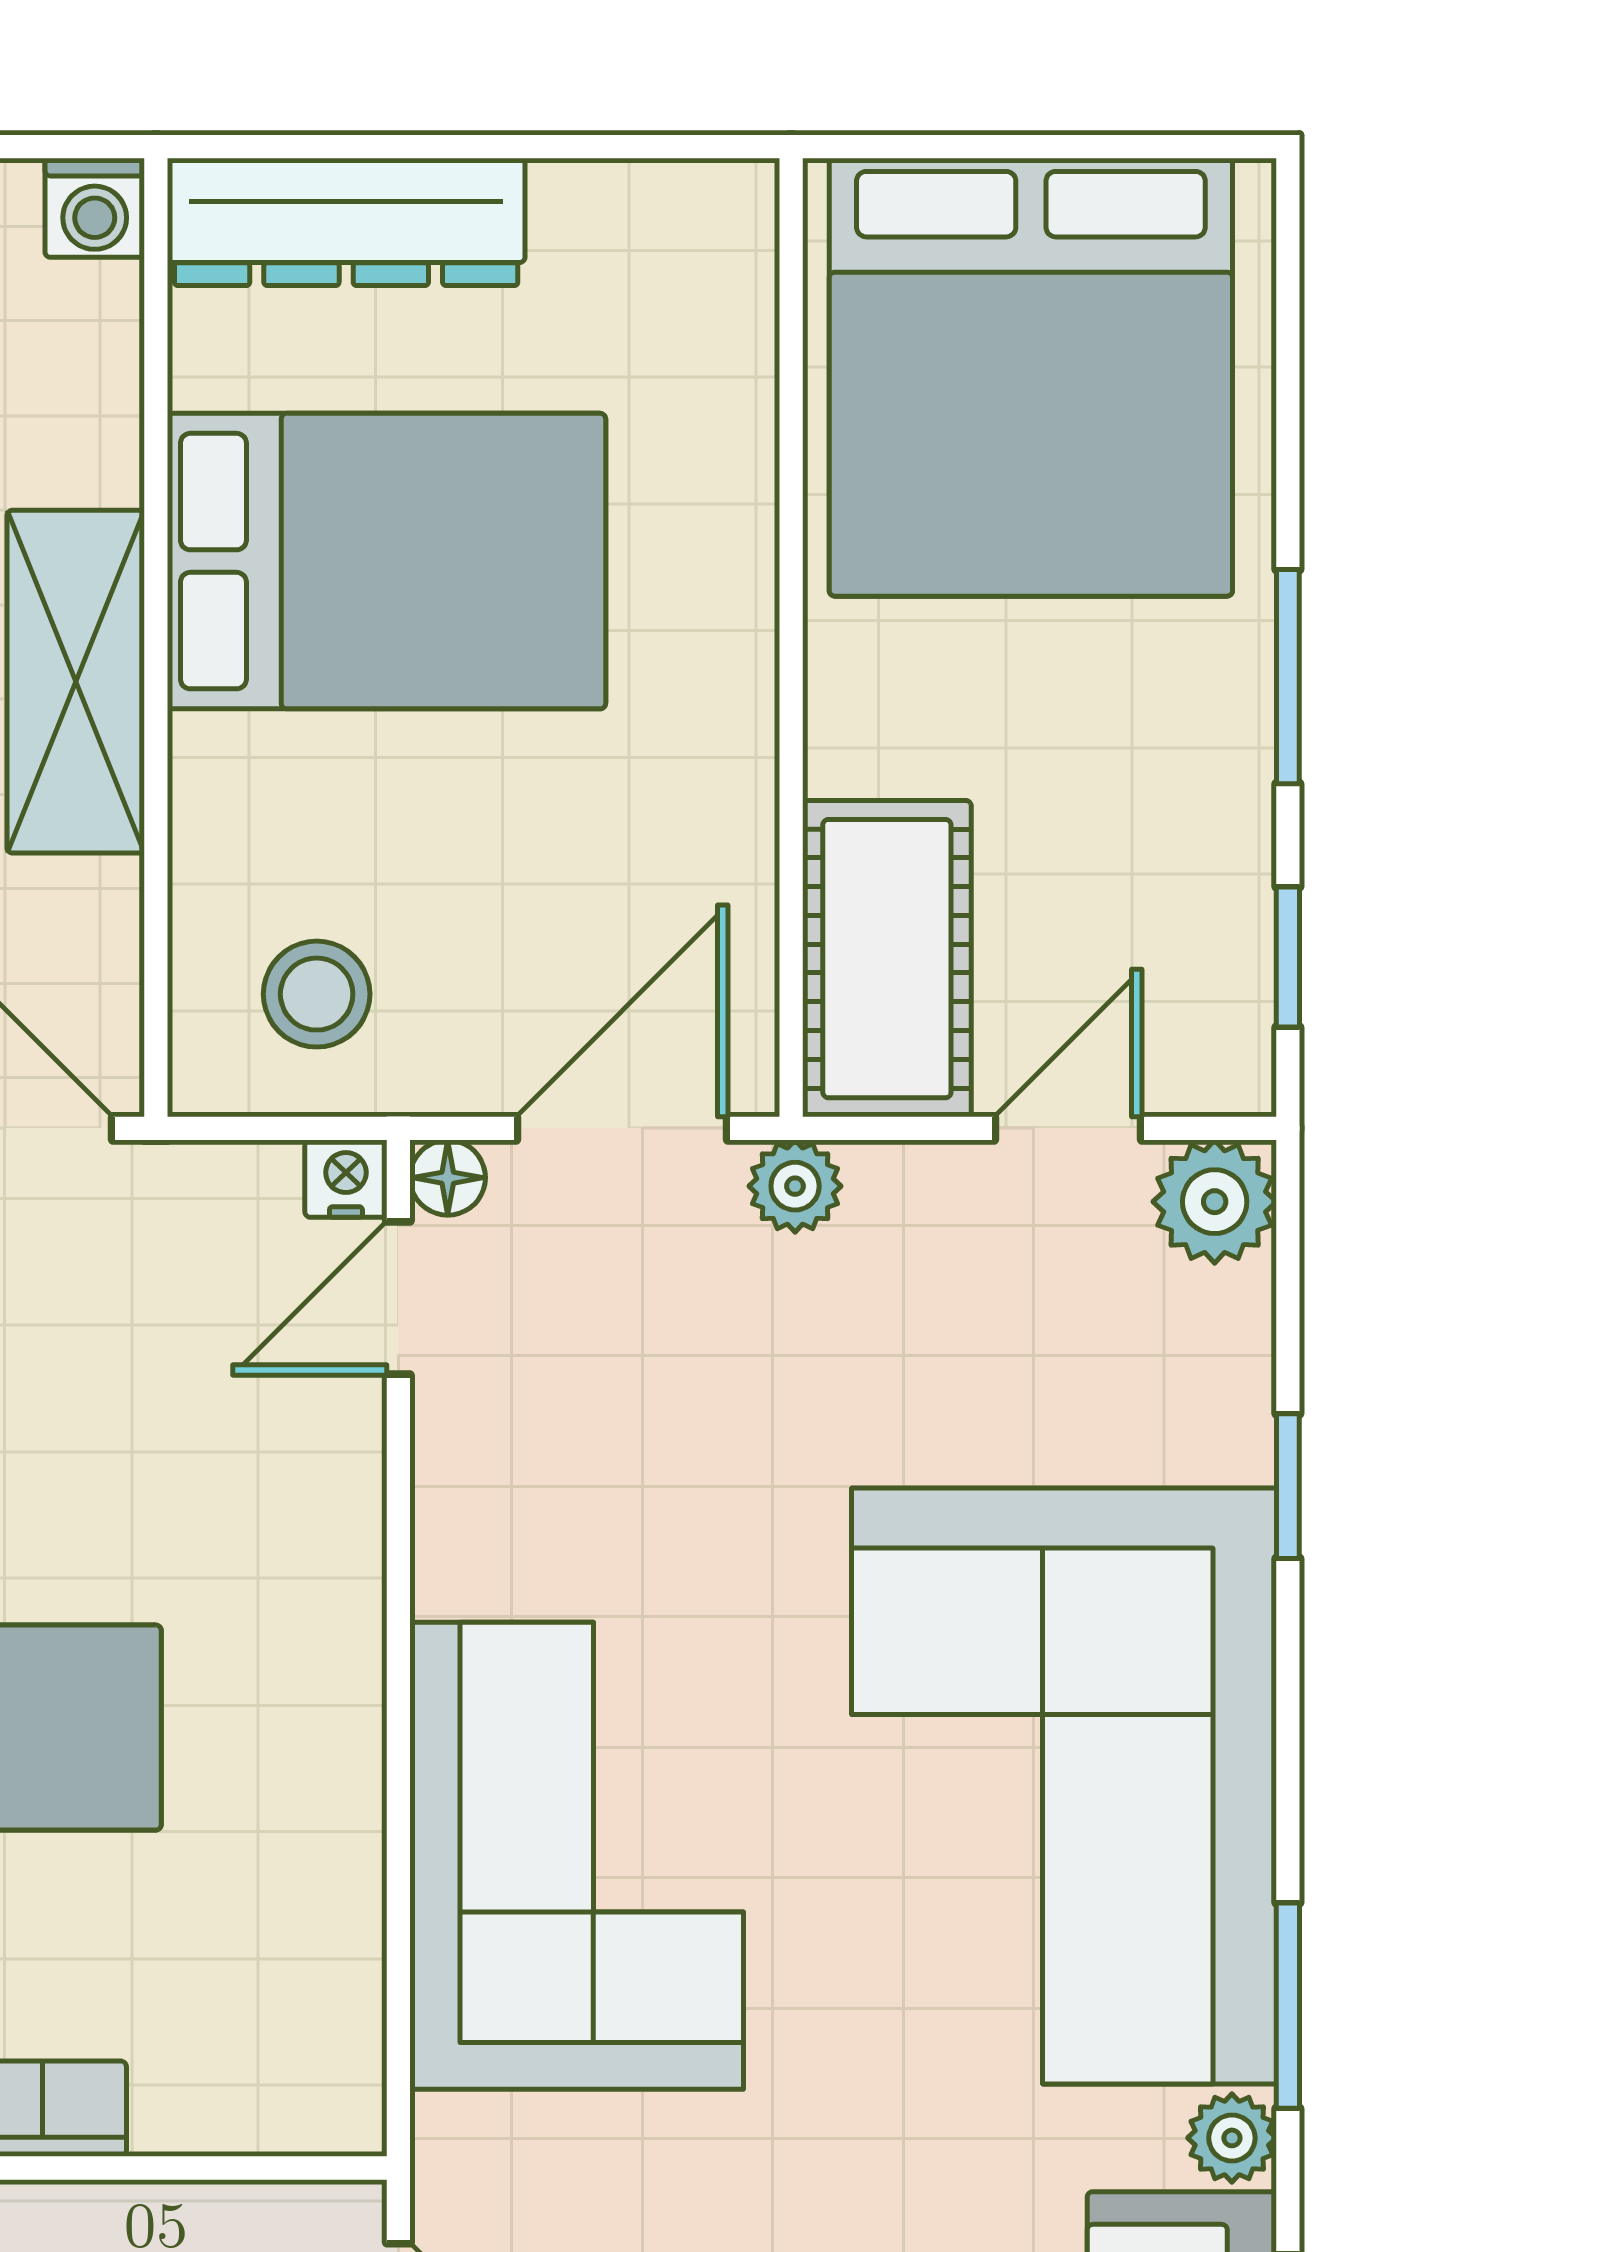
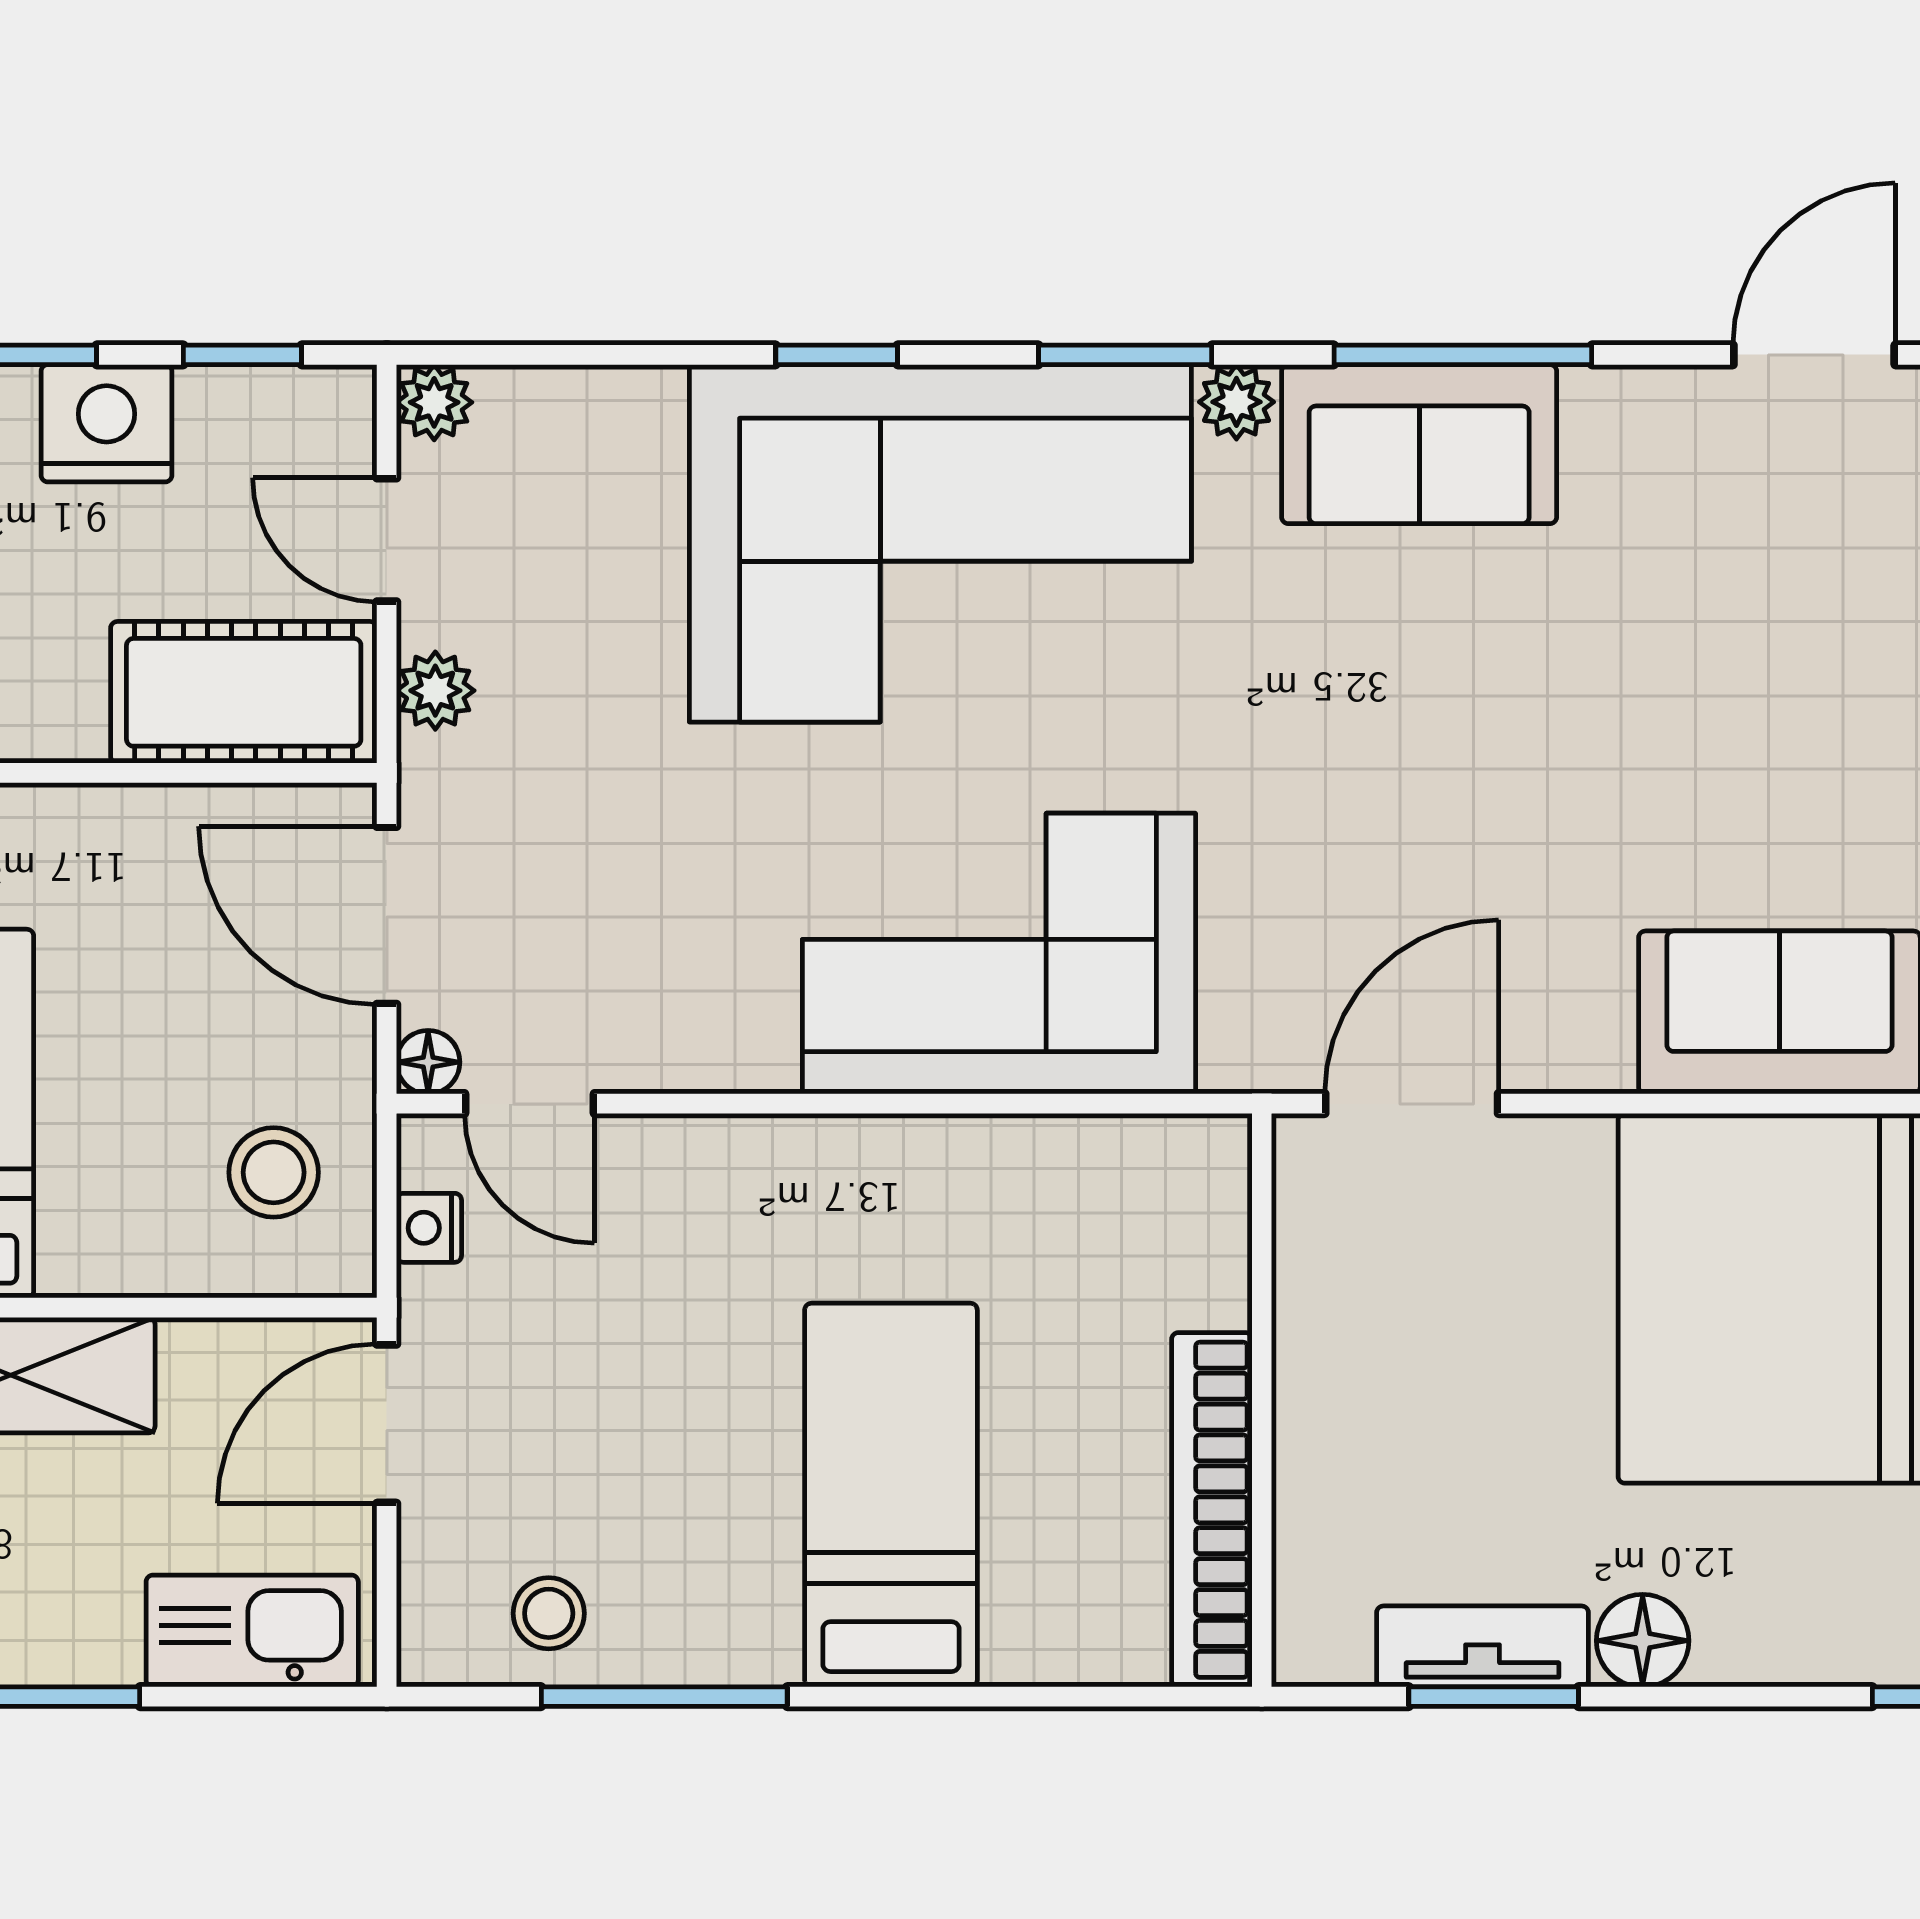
nightstand: (1207, 796) -> (107, 423), added
nightstand: (346, 1179) -> (429, 1228), moved
plant: (795, 1186) -> (435, 691), moved
plant: (1215, 1202) -> (434, 402), width x0.73, depth x0.73
window: (1288, 1486) -> (837, 355), moved

